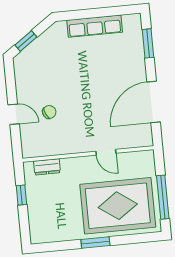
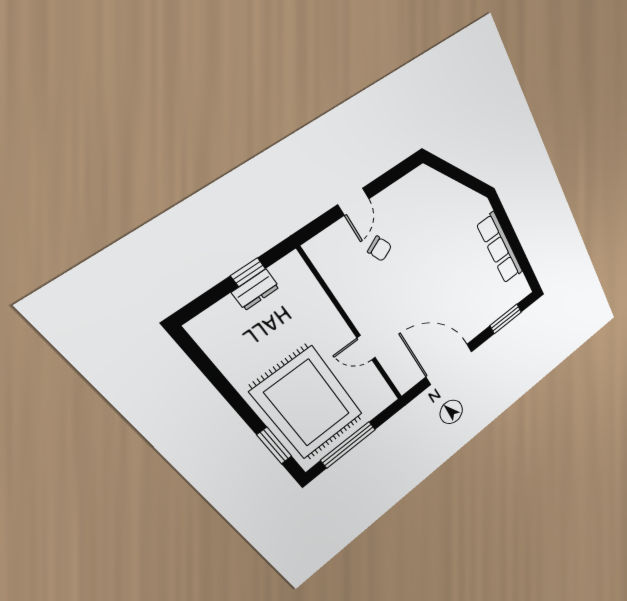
window: (26, 41) -> (450, 171), removed
door: (106, 152) -> (366, 348), hinge flipped
dresser: (47, 167) -> (256, 290), moved, turned -90
window: (95, 243) -> (274, 446), moved

